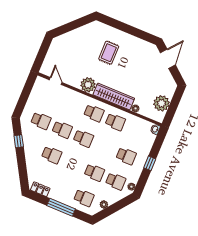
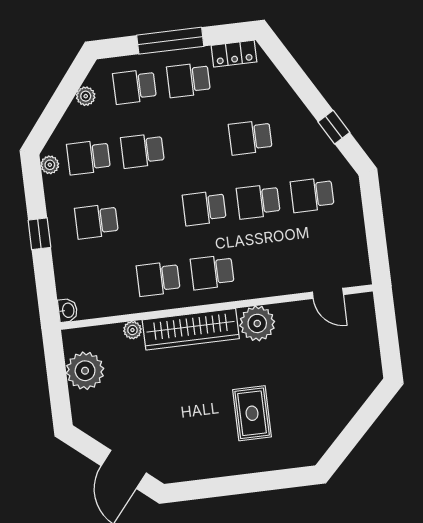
school desk: (63, 189) -> (189, 80), added

